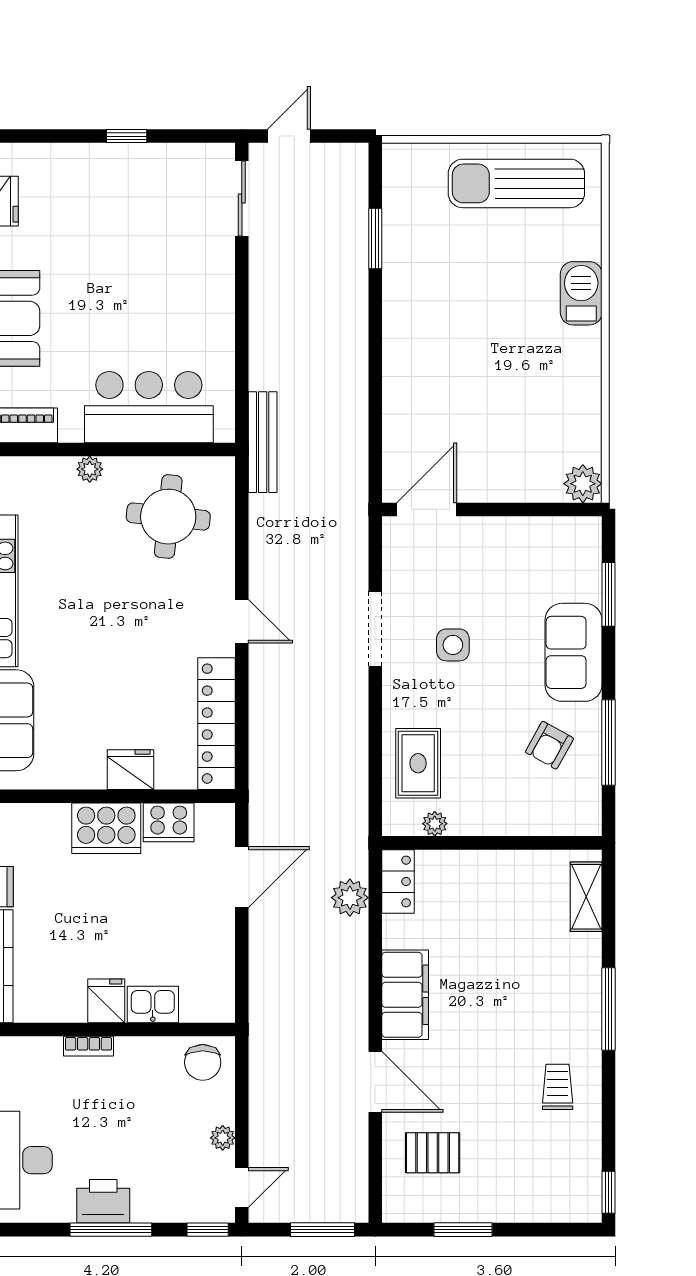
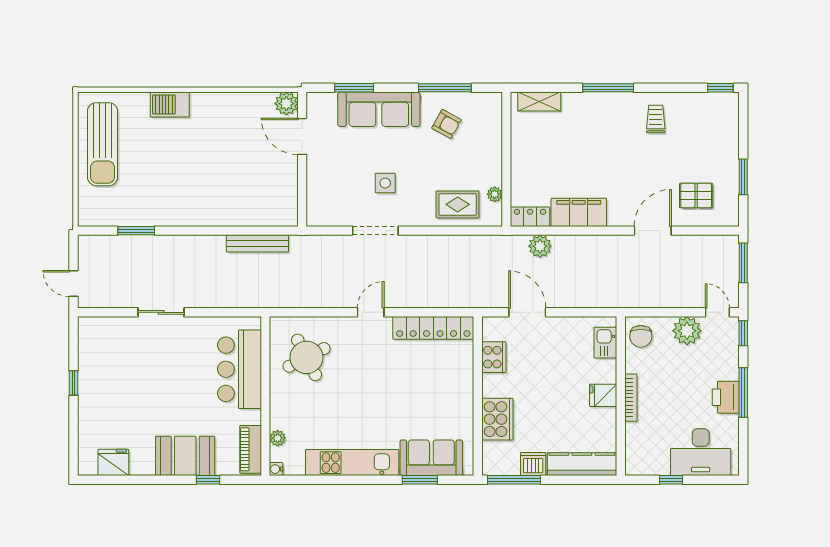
sliding door: (242, 198) -> (161, 312), moved
bench: (263, 442) -> (257, 243), moved
plant: (90, 469) -> (278, 438), moved
door: (427, 509) -> (302, 136), moved
round table: (168, 517) -> (307, 357), turned -33
sofa: (573, 652) -> (379, 109), width x1.36
fridge: (130, 770) -> (461, 381), removed
cooker: (106, 828) -> (497, 419), moved
filing cabinet: (405, 995) -> (579, 212), moved
kitchen sink: (153, 1004) -> (605, 343), moved
bookcase: (89, 1046) -> (631, 398), width x1.56
chair: (203, 1062) -> (641, 336), turned 90
trolley: (558, 1087) -> (656, 119), turned 90
plant: (223, 1138) -> (687, 331), width x1.88, depth x1.88
pallet: (433, 1153) -> (696, 195), turned 90

